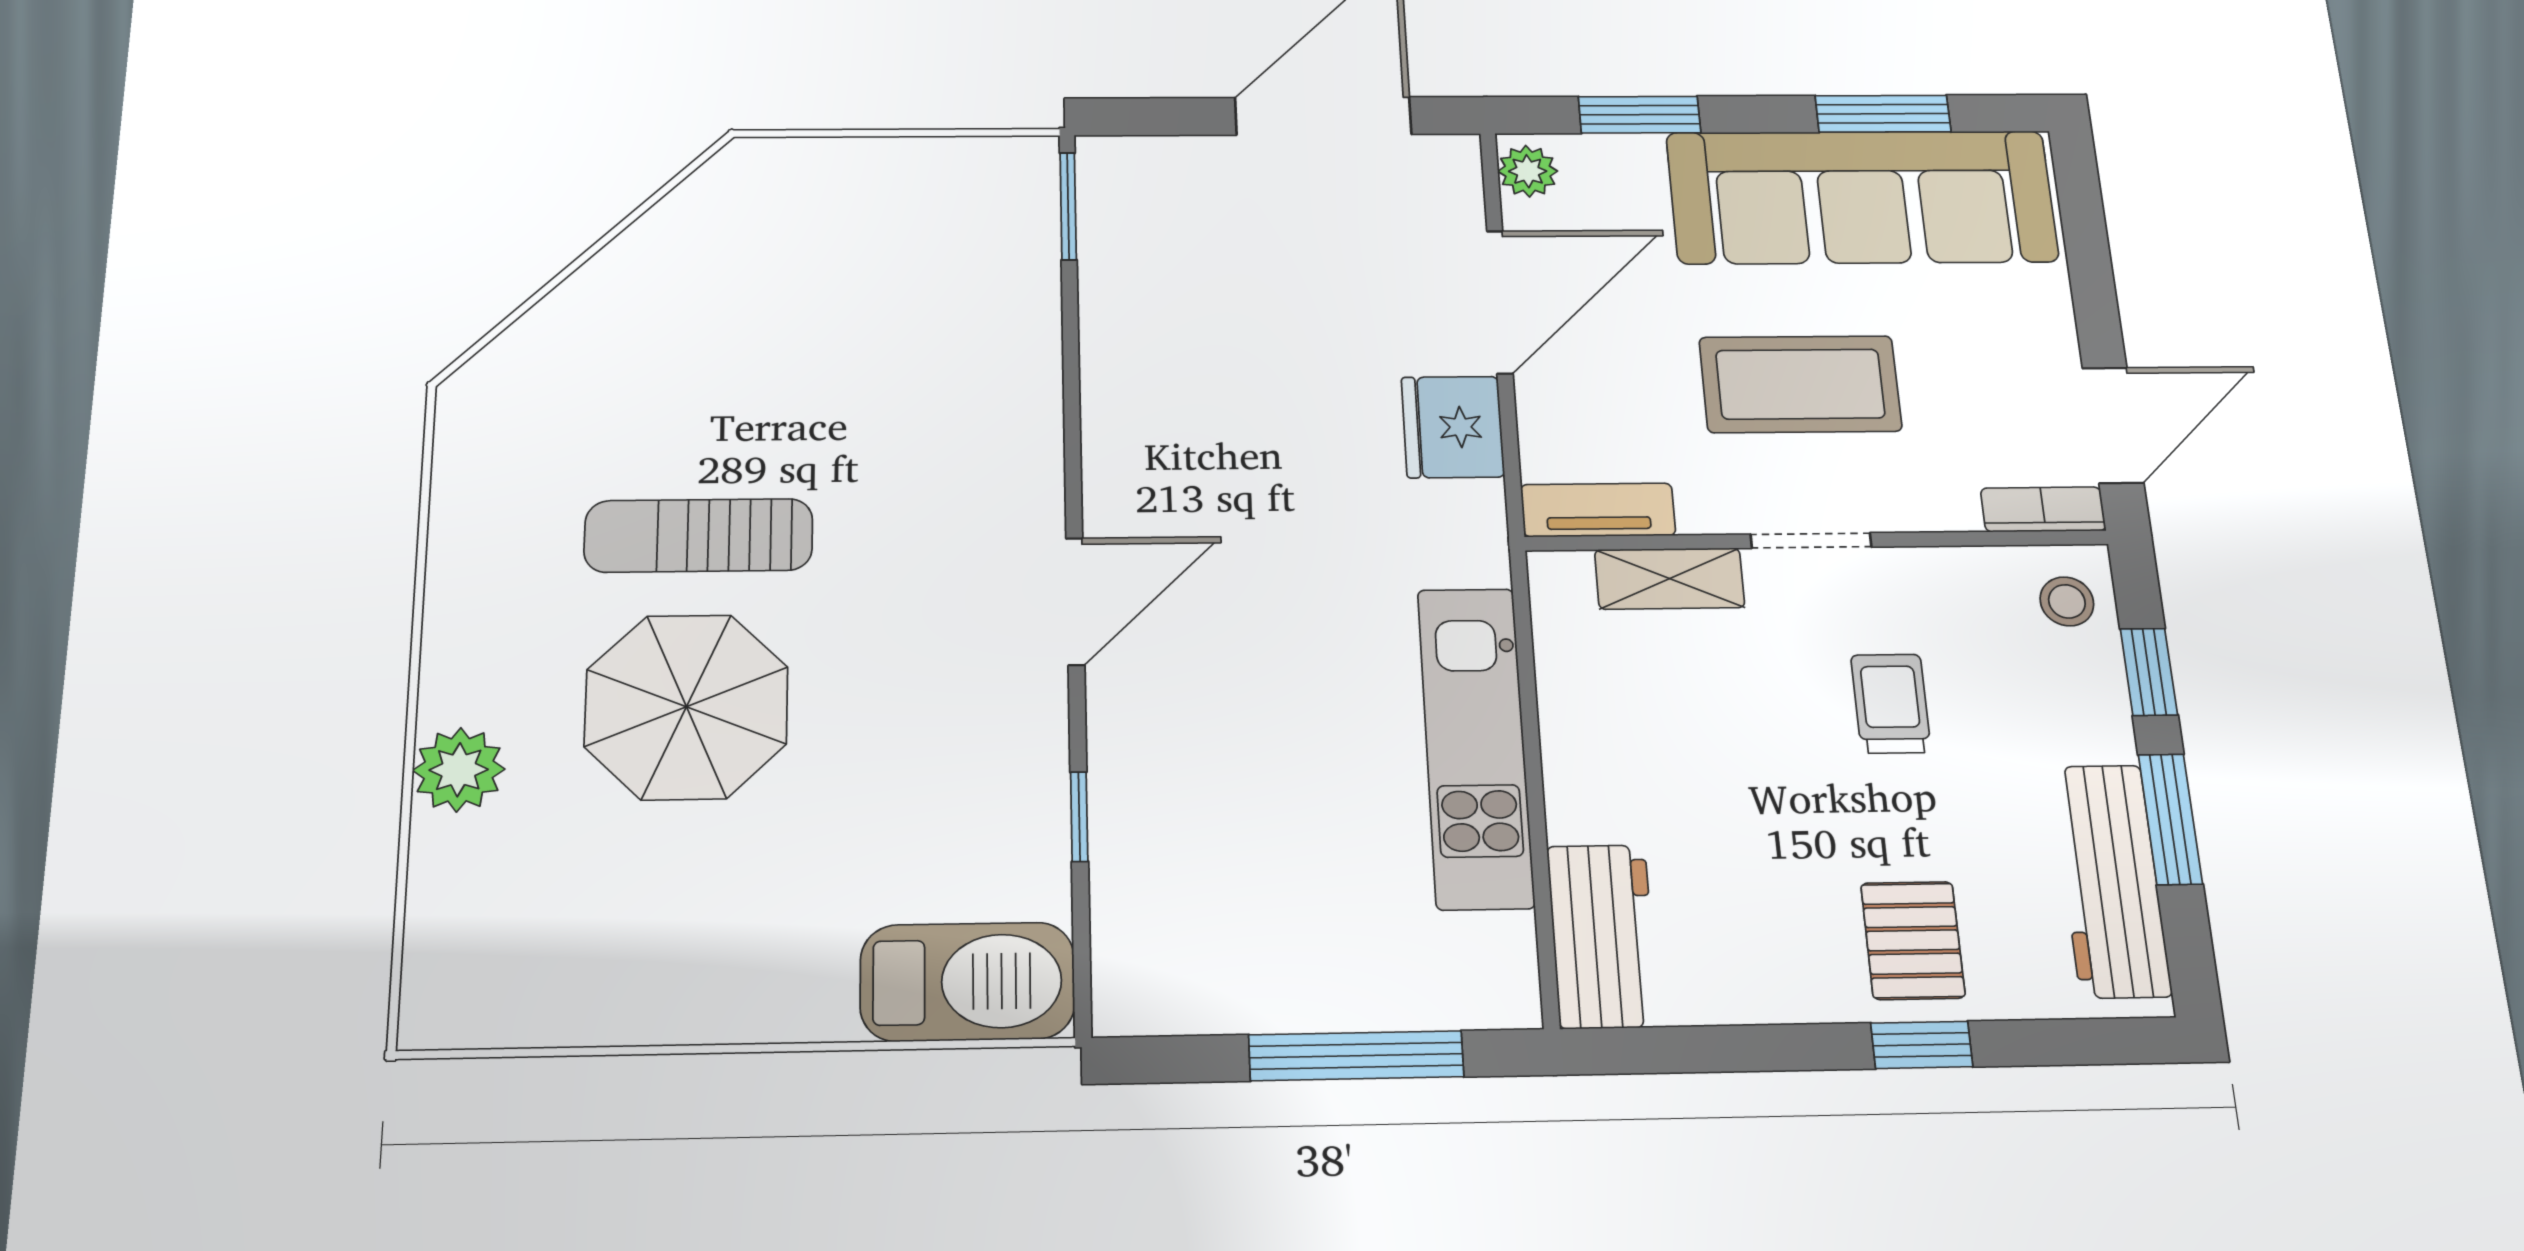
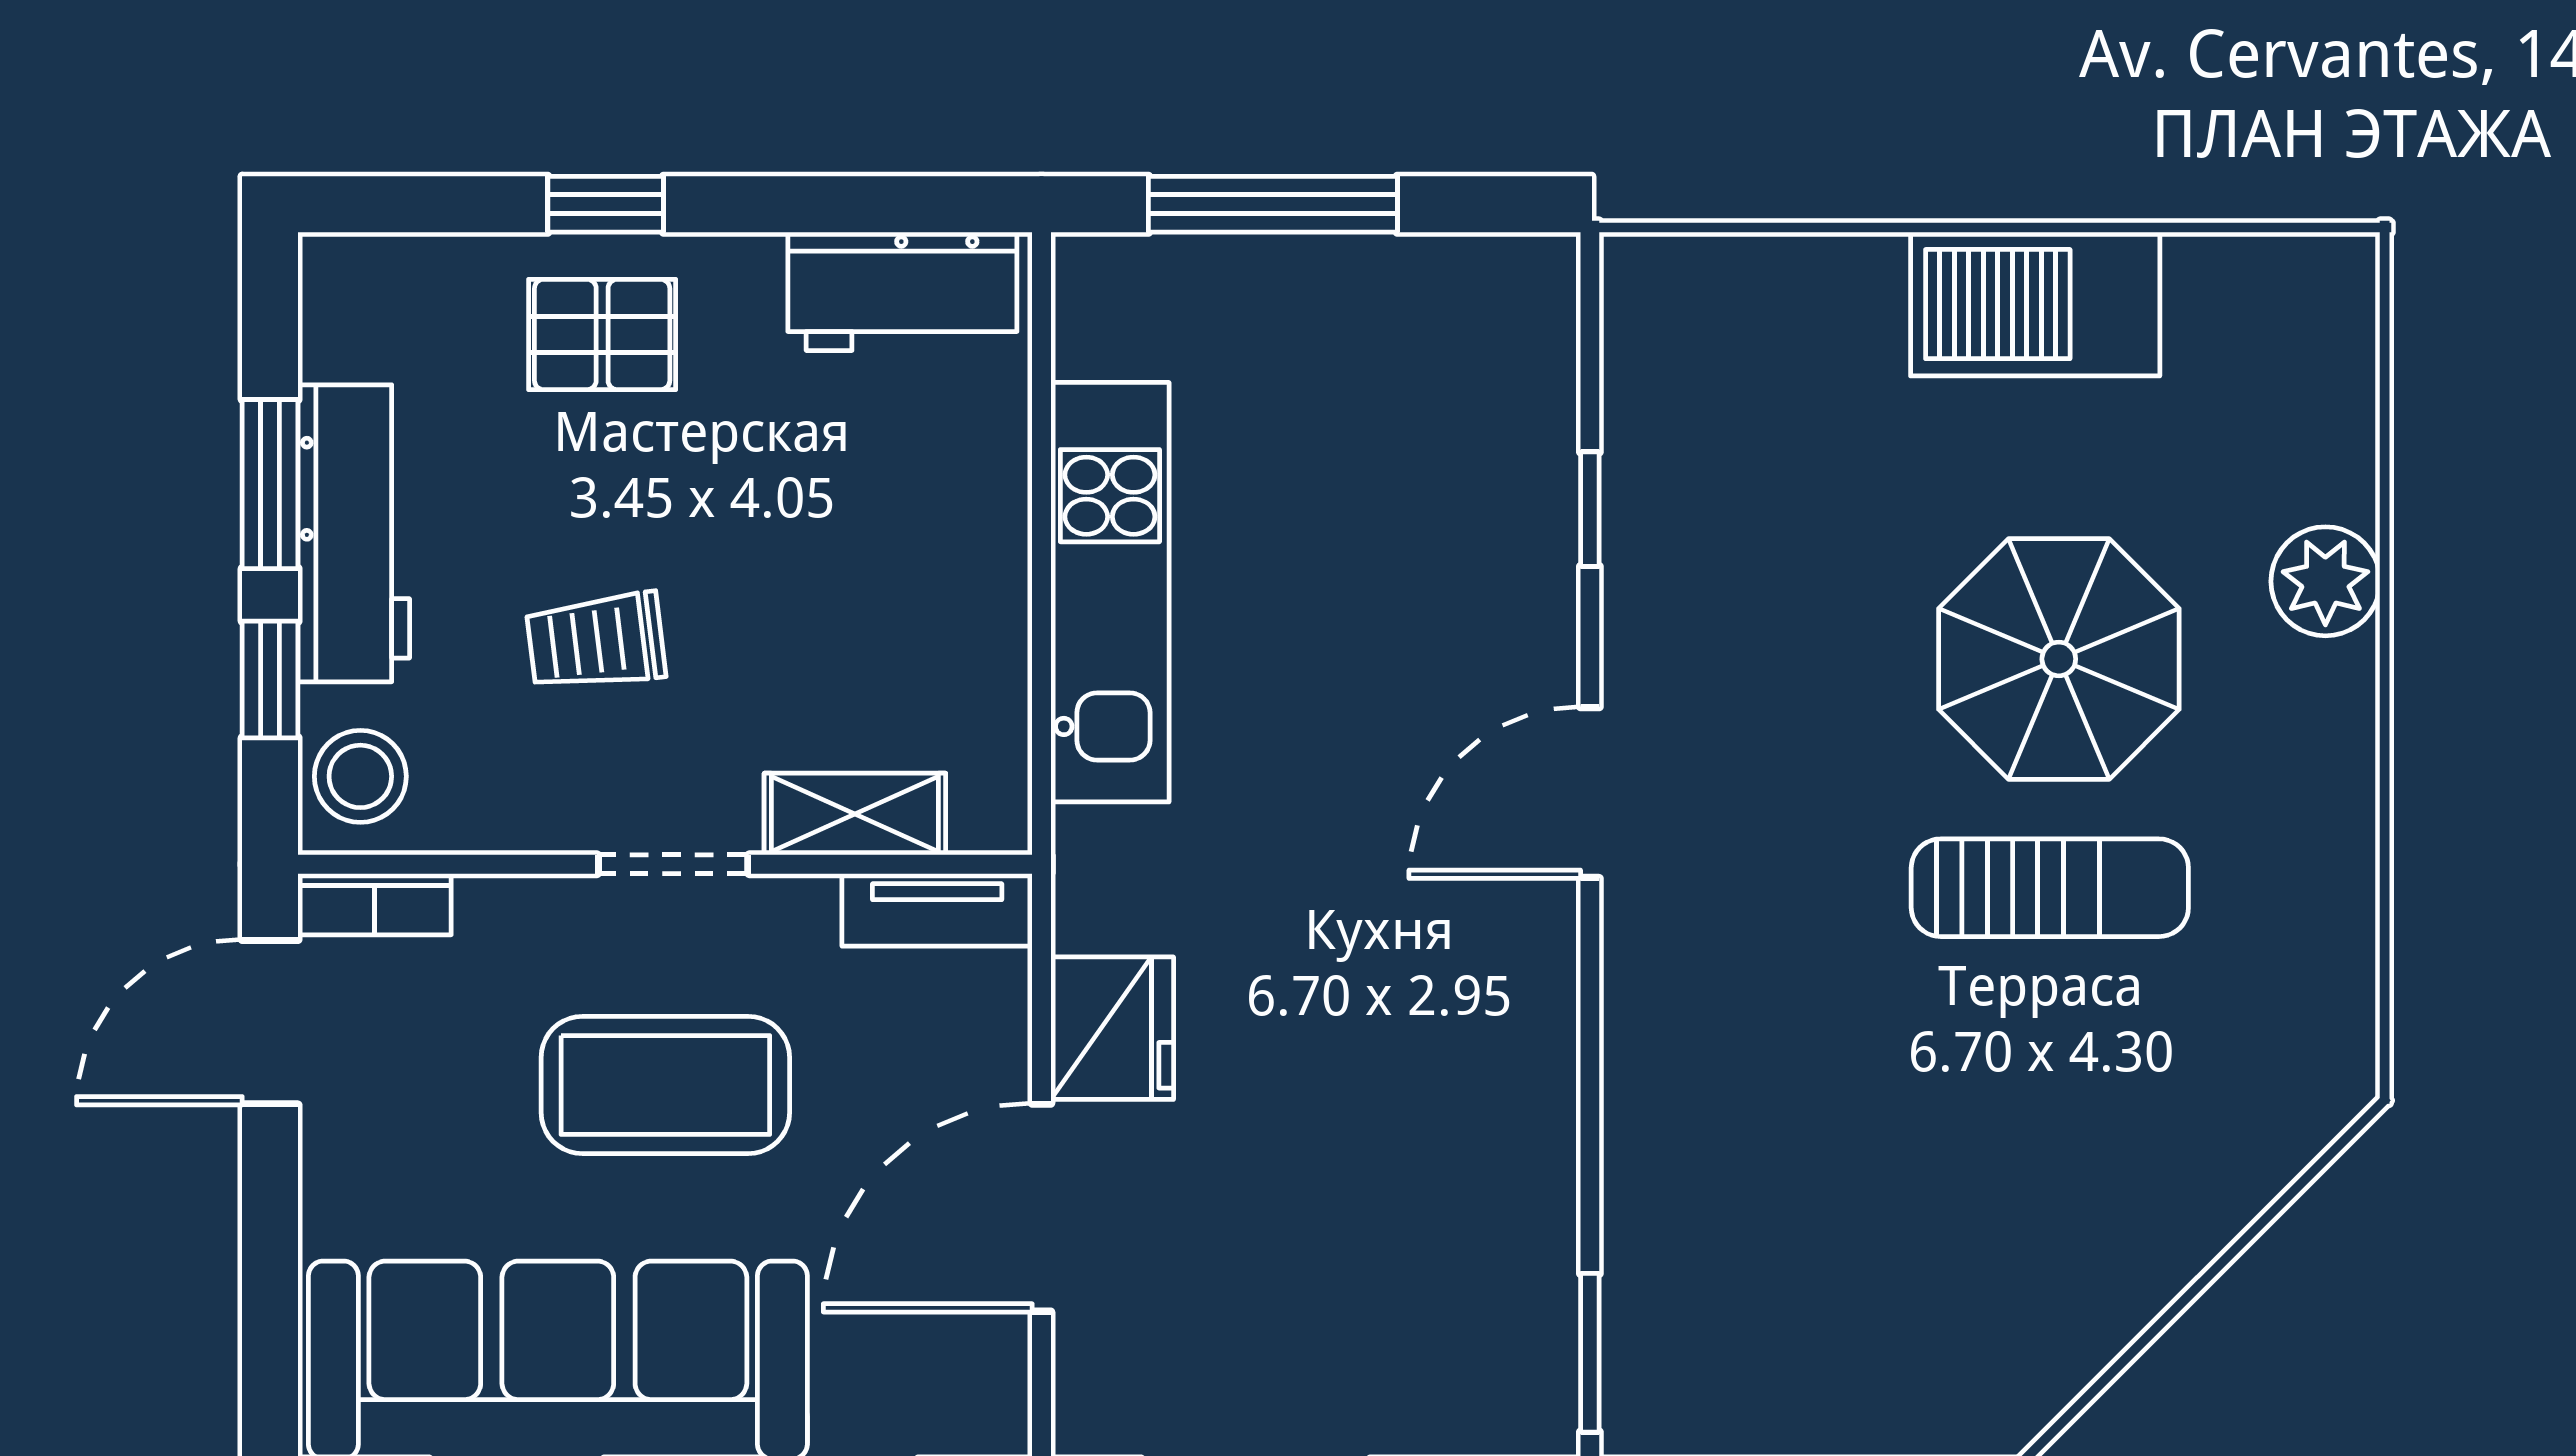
plant: (1528, 171) -> (993, 1402), removed
stool: (2067, 601) -> (360, 776), width x1.37, depth x1.37
trolley: (1891, 704) -> (596, 642), turned 83
workbench: (2111, 881) -> (354, 533), moved
workbench: (1603, 936) -> (902, 291), moved, turned -90
pallet: (1913, 940) -> (602, 334), turned 90
barbecue: (967, 982) -> (2035, 304), moved

